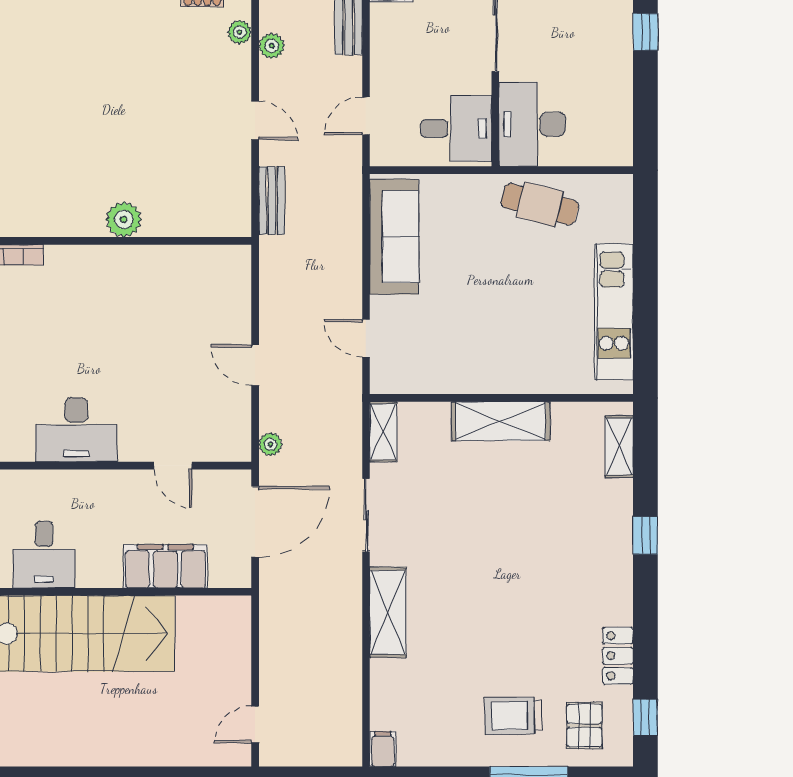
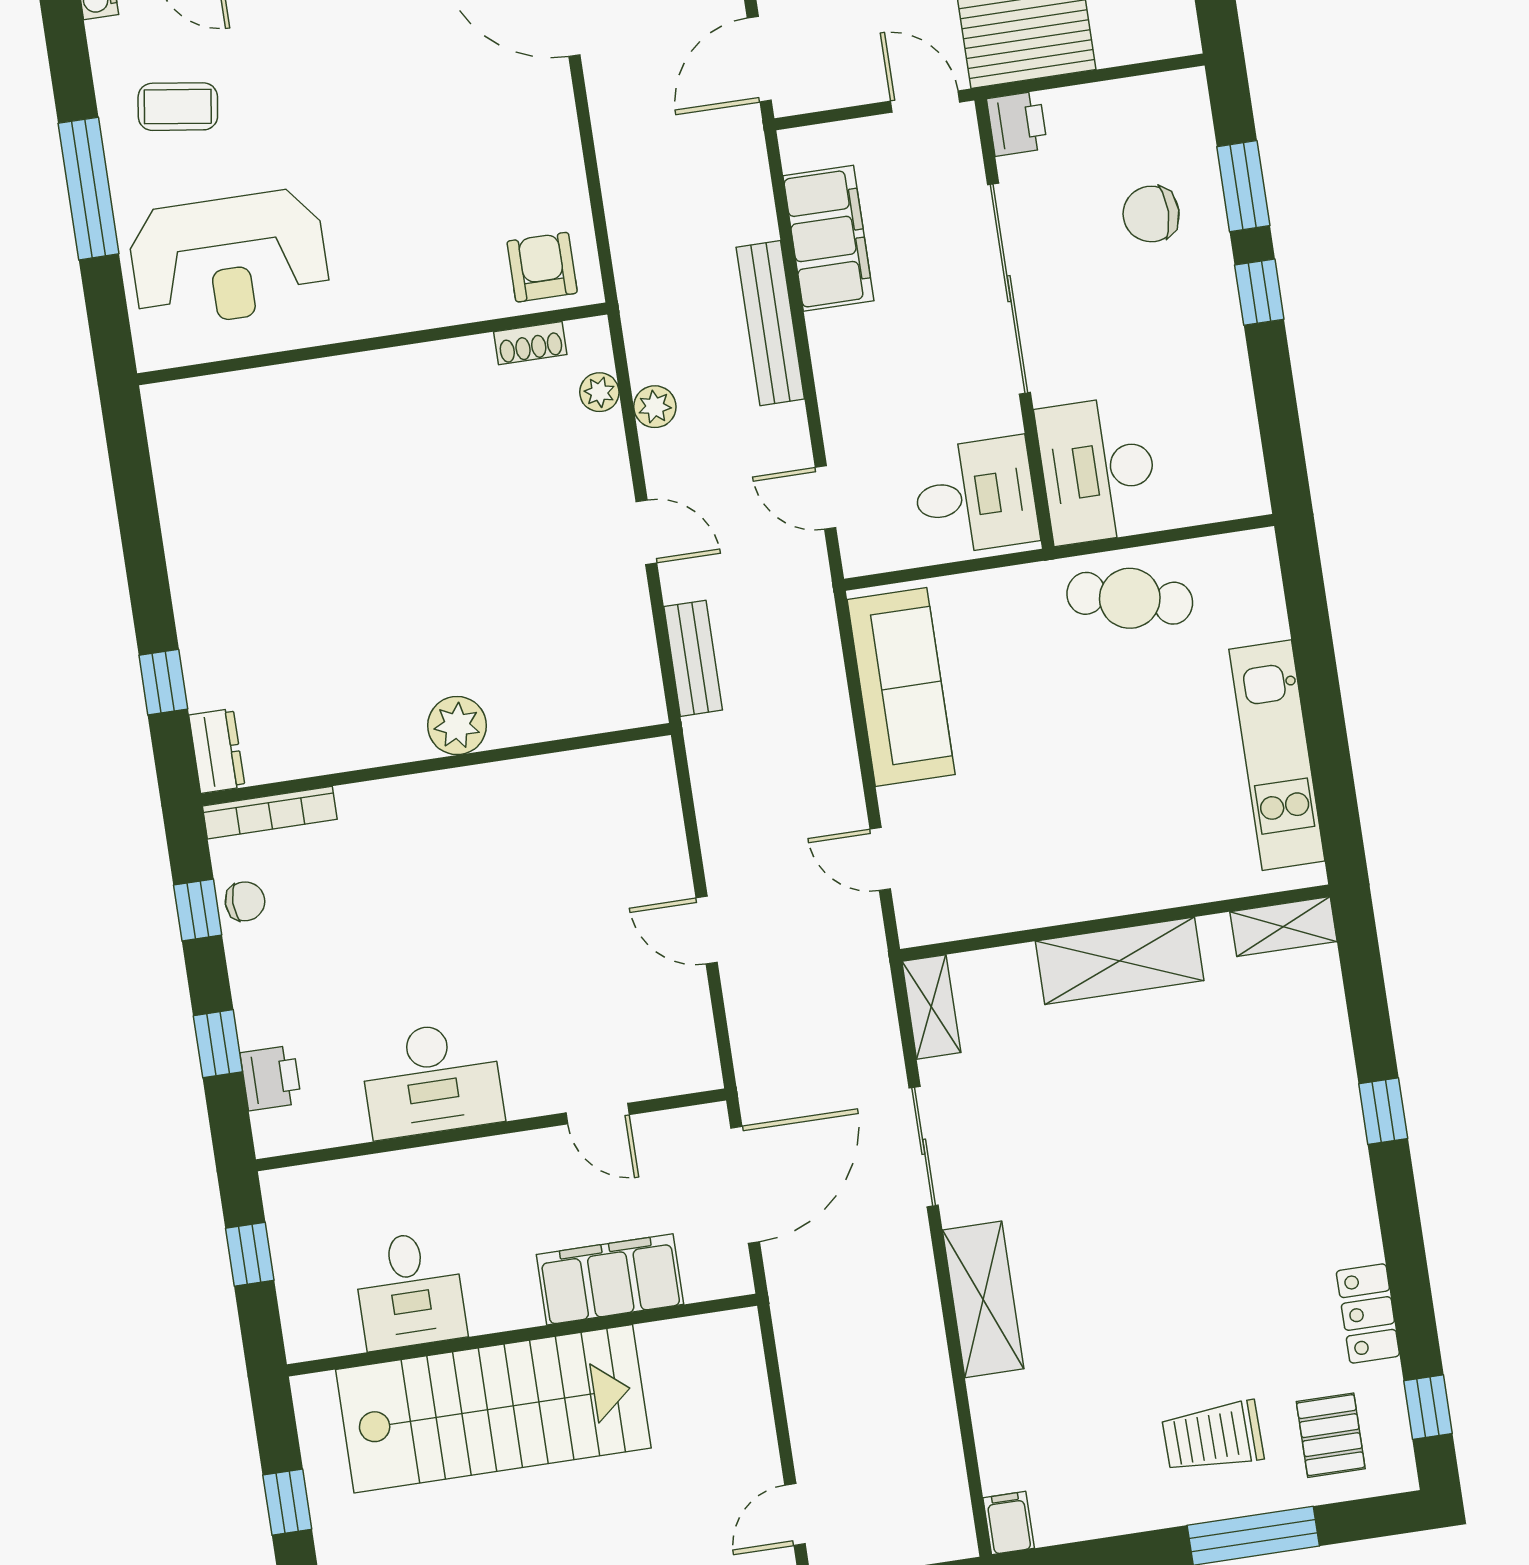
door: (366, 116) -> (826, 498), hinge flipped
plant: (271, 444) -> (751, 1055), removed
shelving: (619, 447) -> (1283, 927), moved, turned 90

